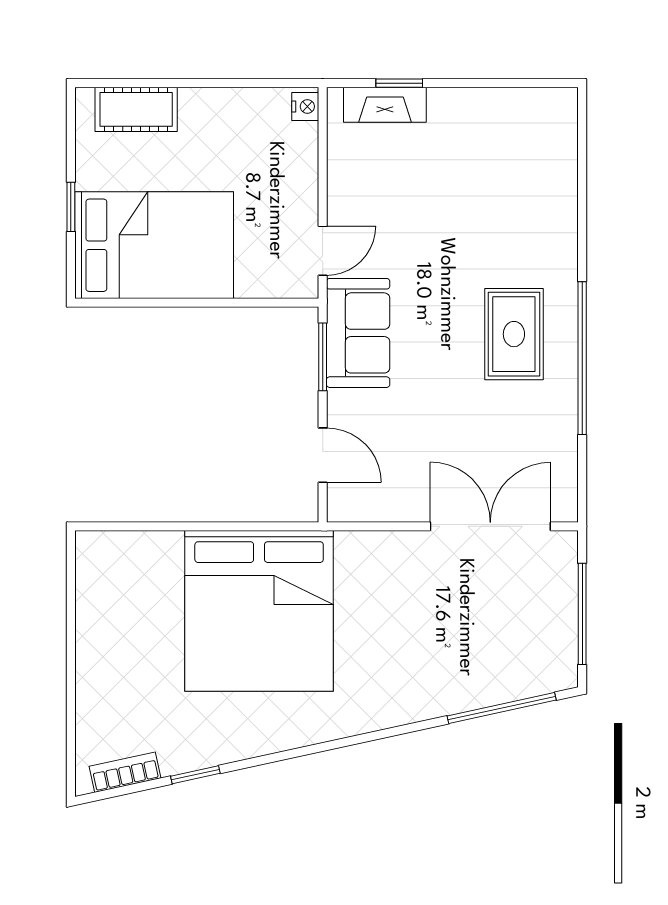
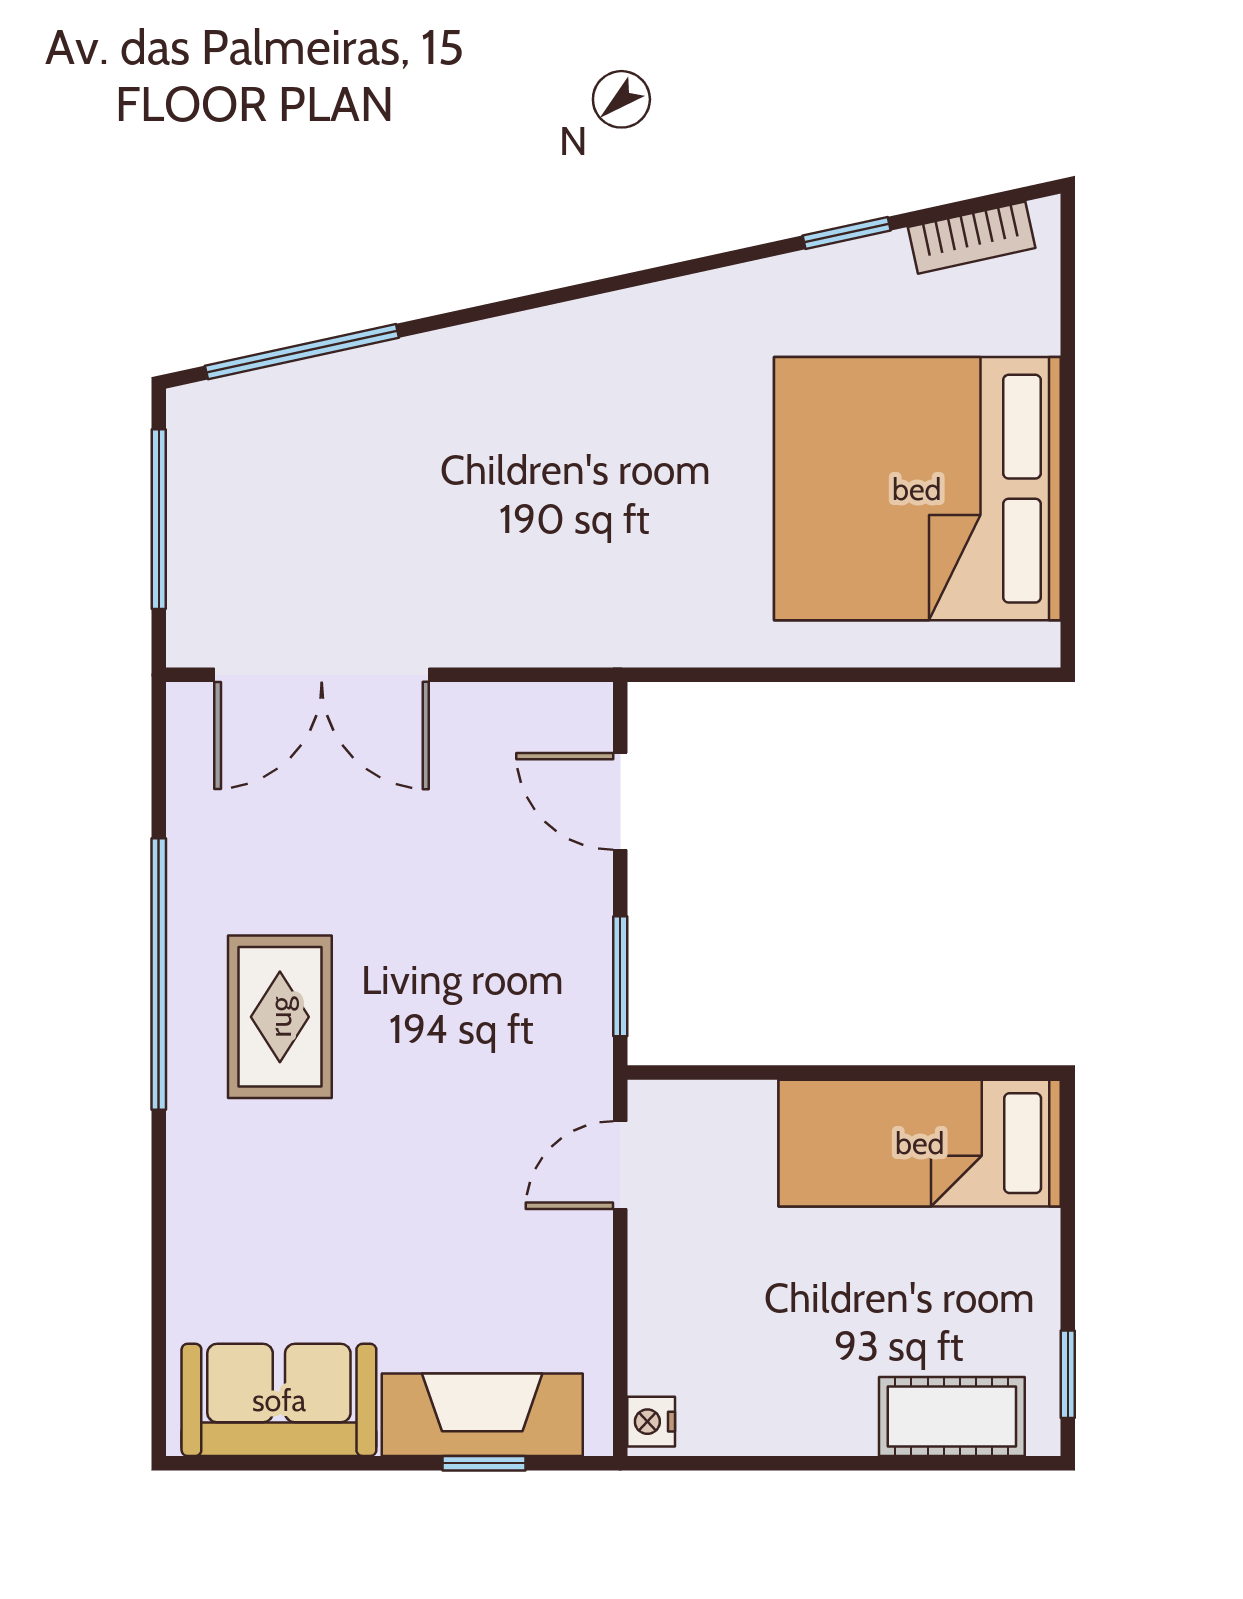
fireplace: (385, 105) -> (482, 1415), width x1.37, depth x1.32
window: (71, 207) -> (1068, 1374), moved
bed: (154, 245) -> (920, 1143), width x0.67
sofa: (358, 333) -> (279, 1400), moved, turned 90
bed: (259, 611) -> (917, 489), moved, turned -90

